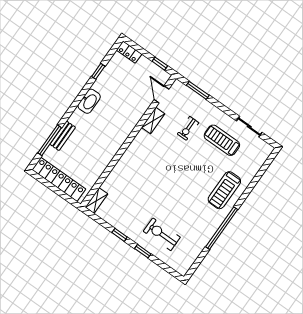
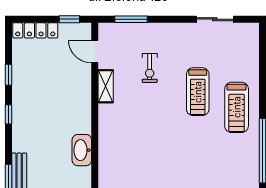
locker: (129, 52) -> (35, 30), width x1.53
window: (81, 96) -> (8, 114), added
washbasin: (89, 101) -> (82, 150), moved, turned 180
treadmill: (222, 140) -> (198, 92), moved, turned -90

